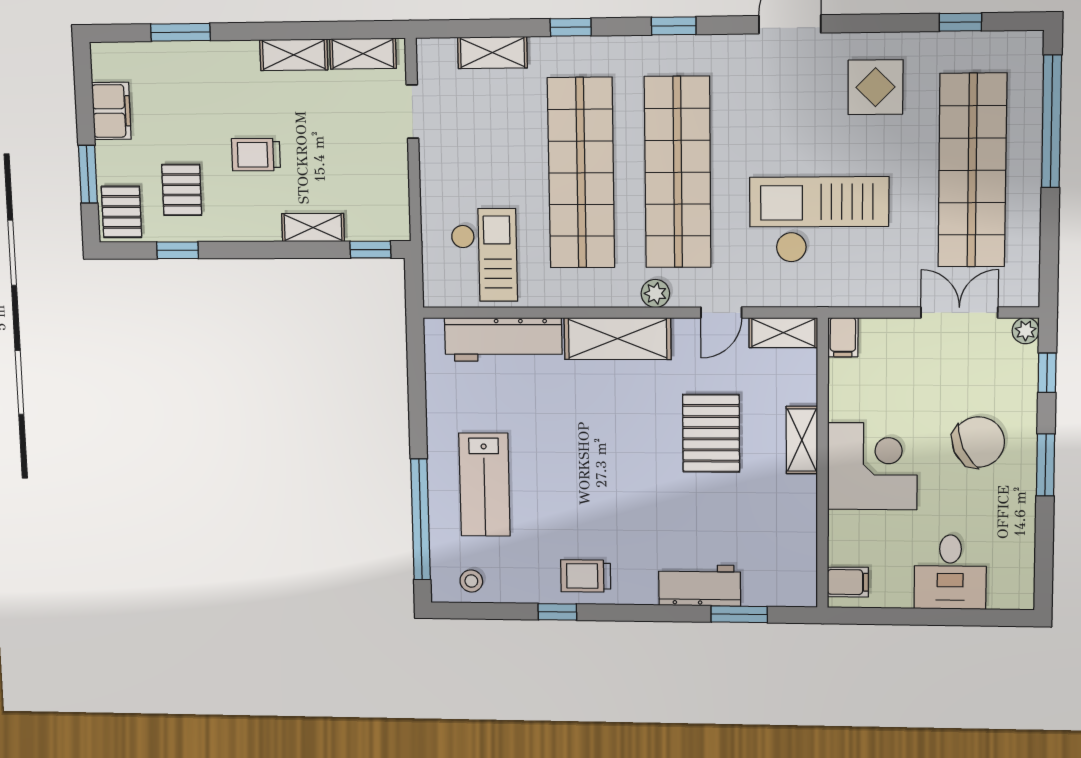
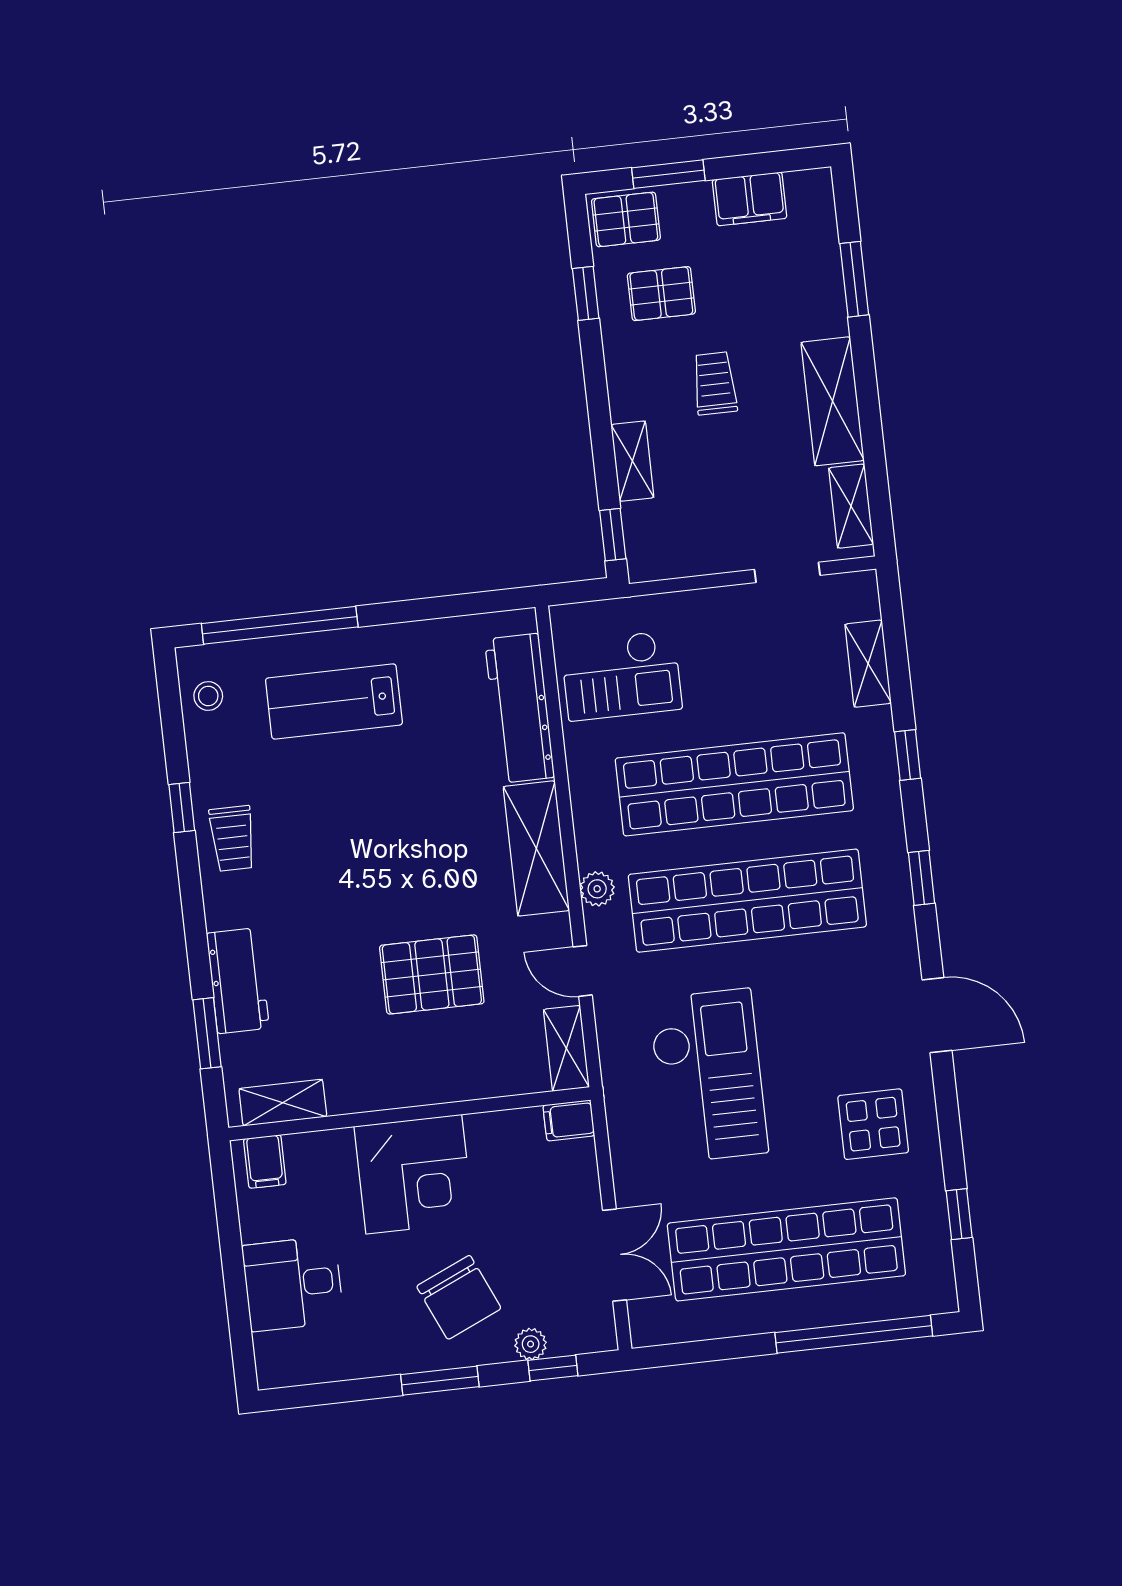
shelving: (294, 55) -> (833, 401), width x1.50, depth x1.33
plant: (1026, 331) -> (531, 1344), moved
shelving: (802, 440) -> (283, 1103), moved
trolley: (586, 576) -> (232, 838), turned 180

